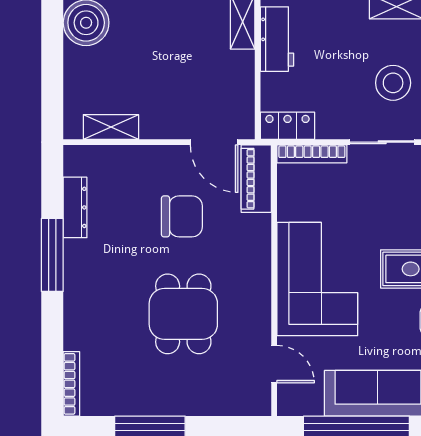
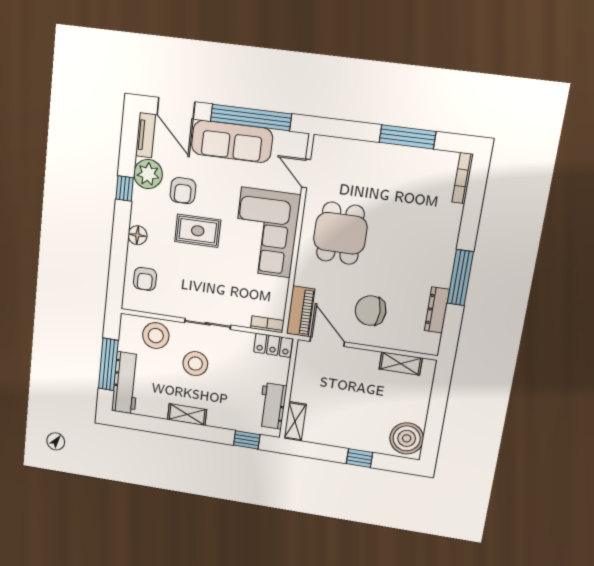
bookcase: (312, 154) -> (267, 324), width x0.64
chair: (182, 216) -> (371, 311), moved
dining table: (183, 314) -> (340, 233), moved

